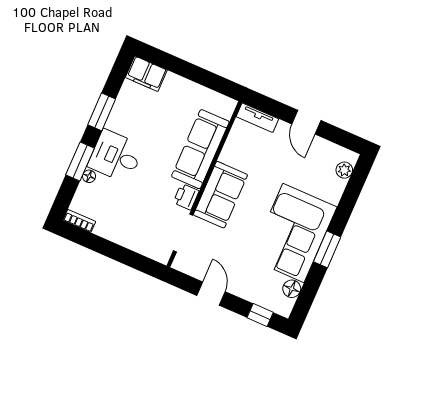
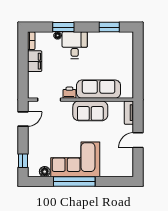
filing cabinet: (146, 74) -> (35, 61), moved, turned 180
window: (102, 112) -> (109, 27), moved
plant: (344, 170) -> (121, 172), removed
sofa: (220, 195) -> (90, 111), moved
window: (327, 249) -> (74, 181), width x2.11
door: (211, 294) -> (23, 119), moved

